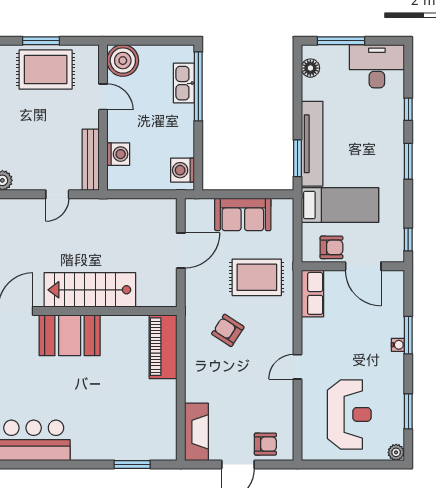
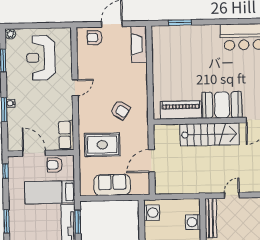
piano: (163, 347) -> (181, 110), moved, turned -90

